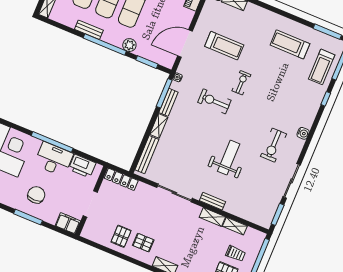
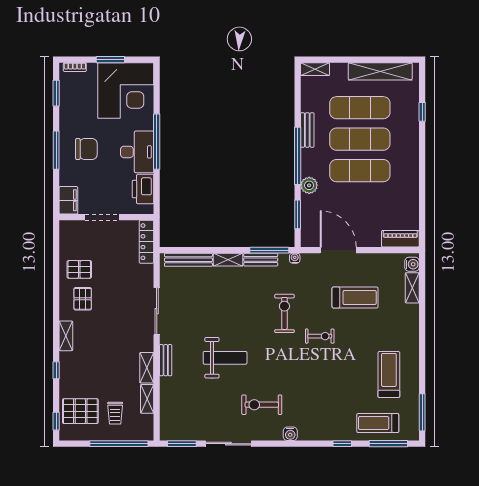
treadmill: (224, 46) -> (355, 297), turned -90

